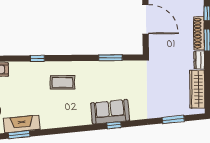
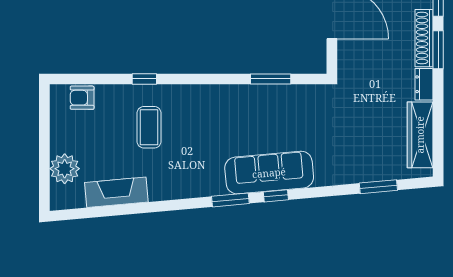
coffee table: (62, 82) -> (149, 127), moved, turned 90
sofa: (110, 112) -> (269, 173), width x1.36
window: (19, 135) -> (230, 200), moved

